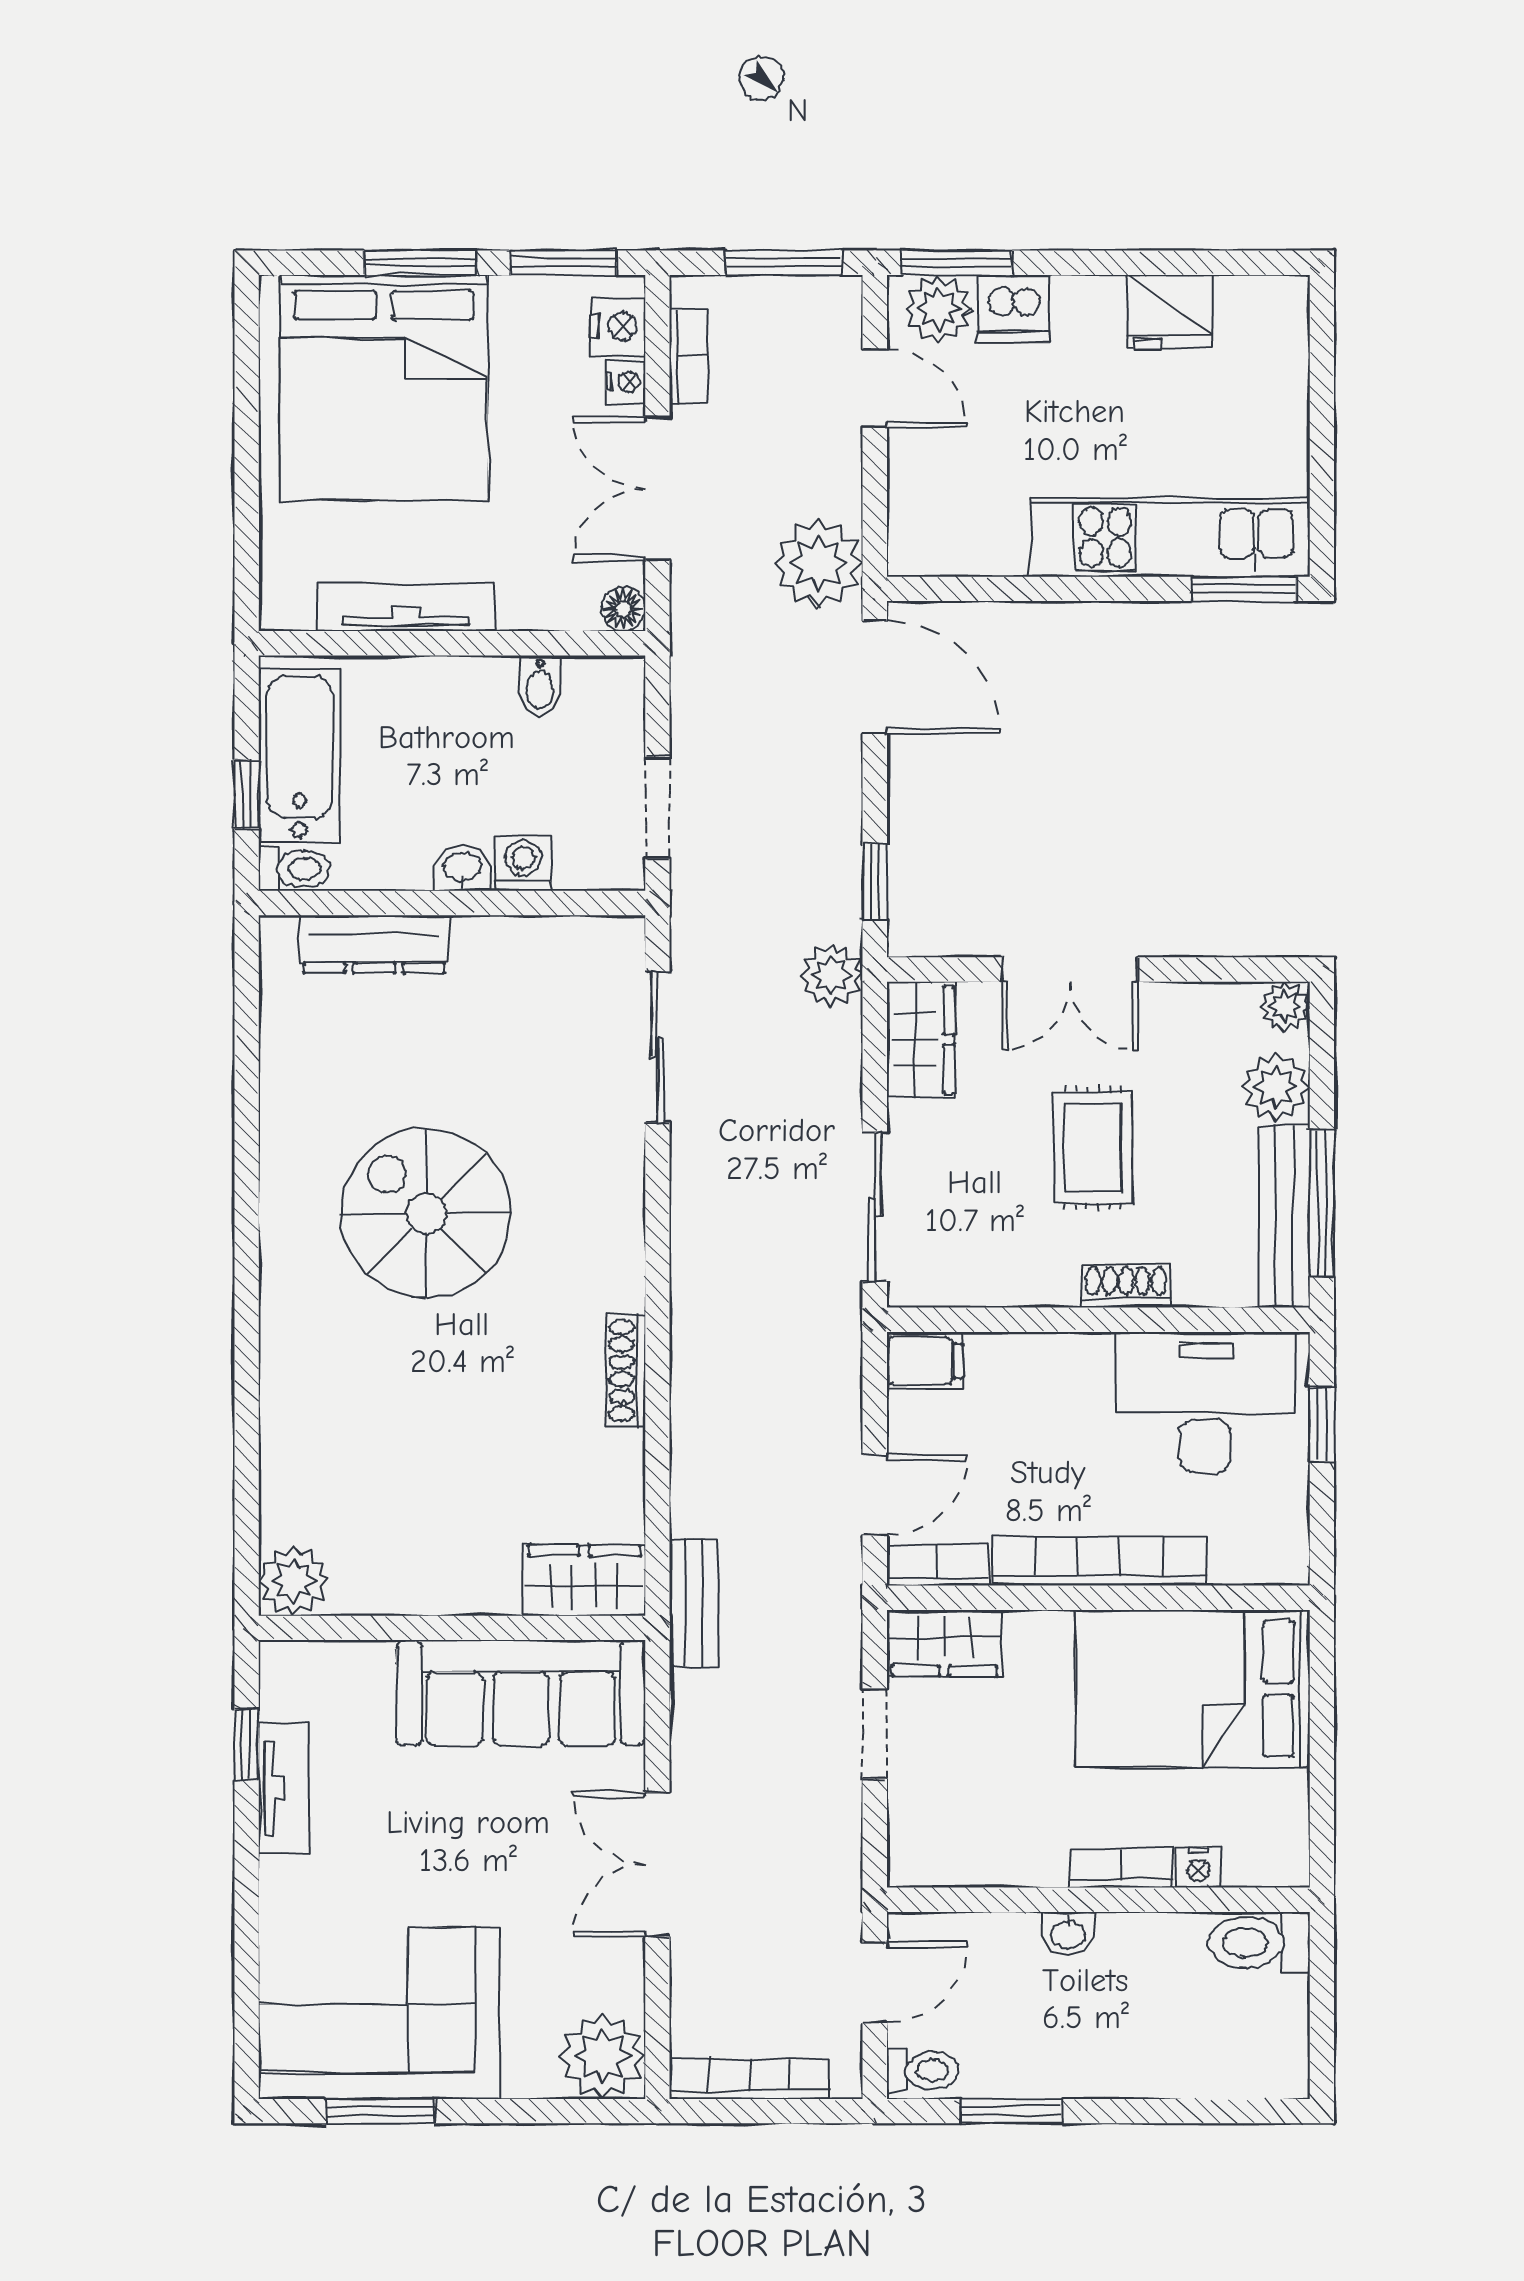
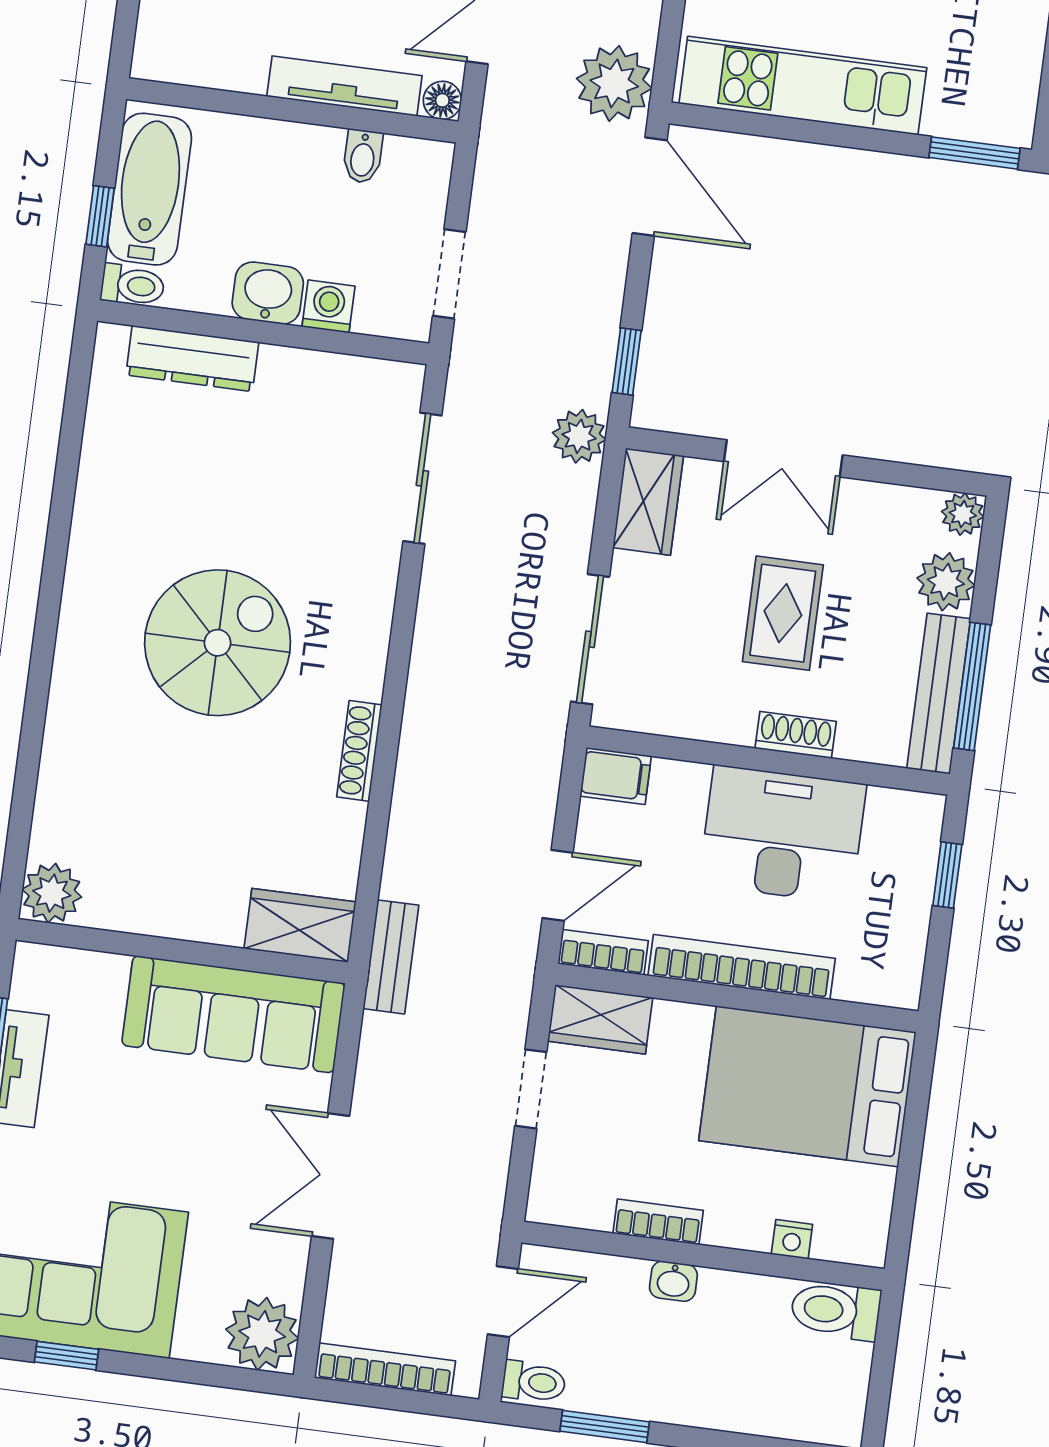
kitchen unit: (1170, 537) -> (803, 86), moved
tv unit: (406, 607) -> (344, 86), moved
washbasin: (462, 868) -> (268, 293), width x1.38, depth x1.45
spiral stairs: (426, 1213) -> (218, 643), moved, turned 90
desk: (1205, 1402) -> (783, 834), moved
bookcase: (1121, 1867) -> (658, 1222), moved
window: (381, 2111) -> (66, 1356), width x0.67

